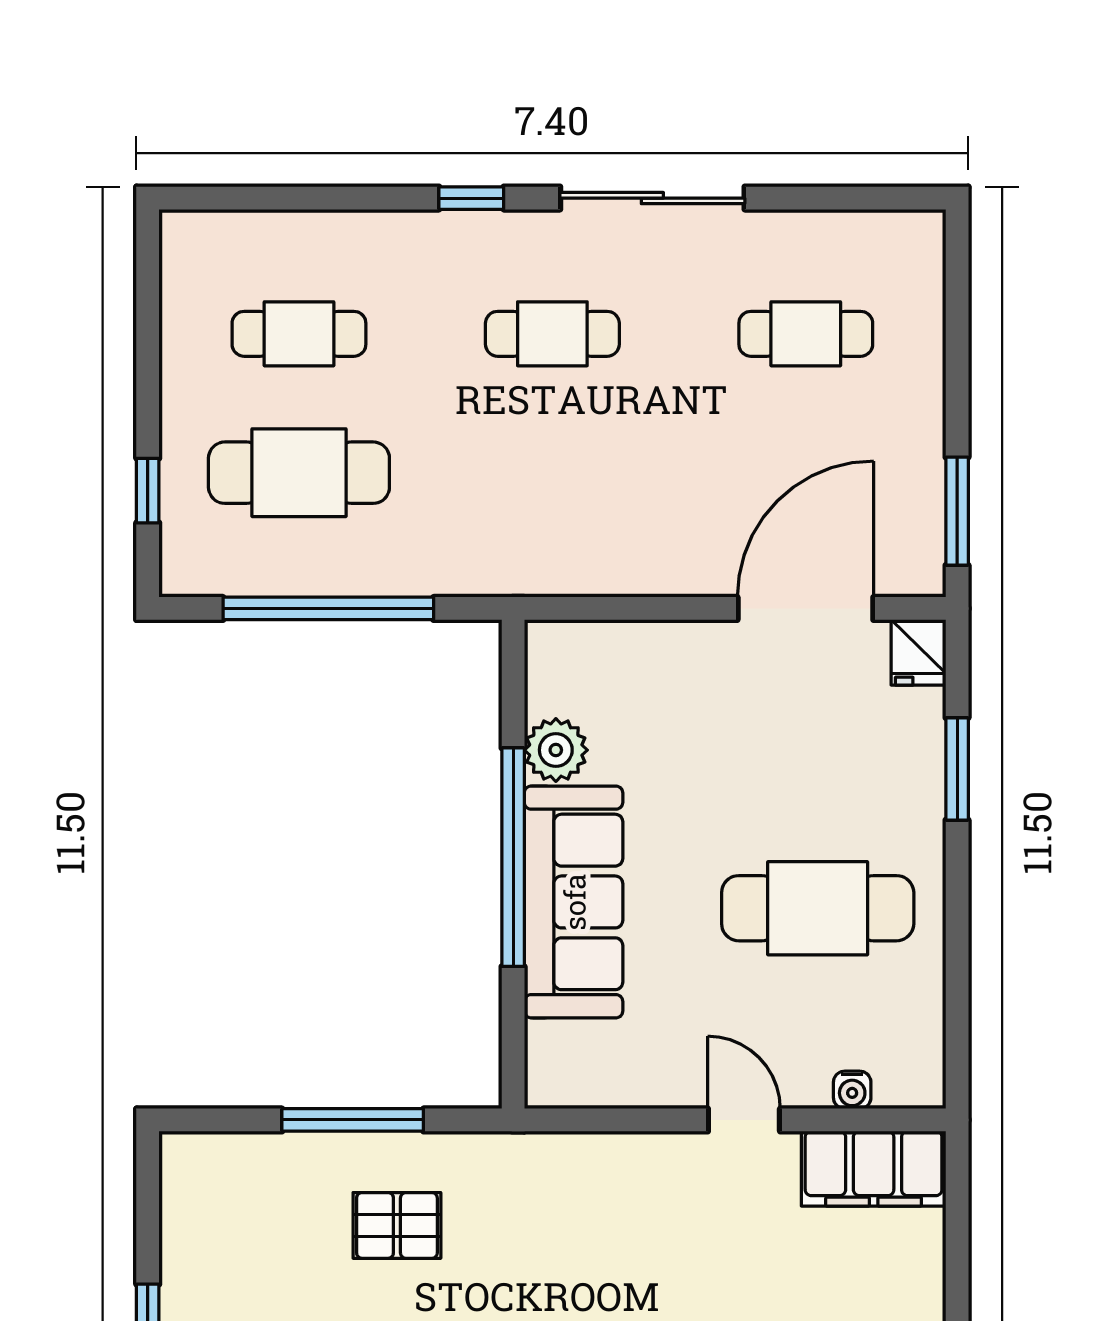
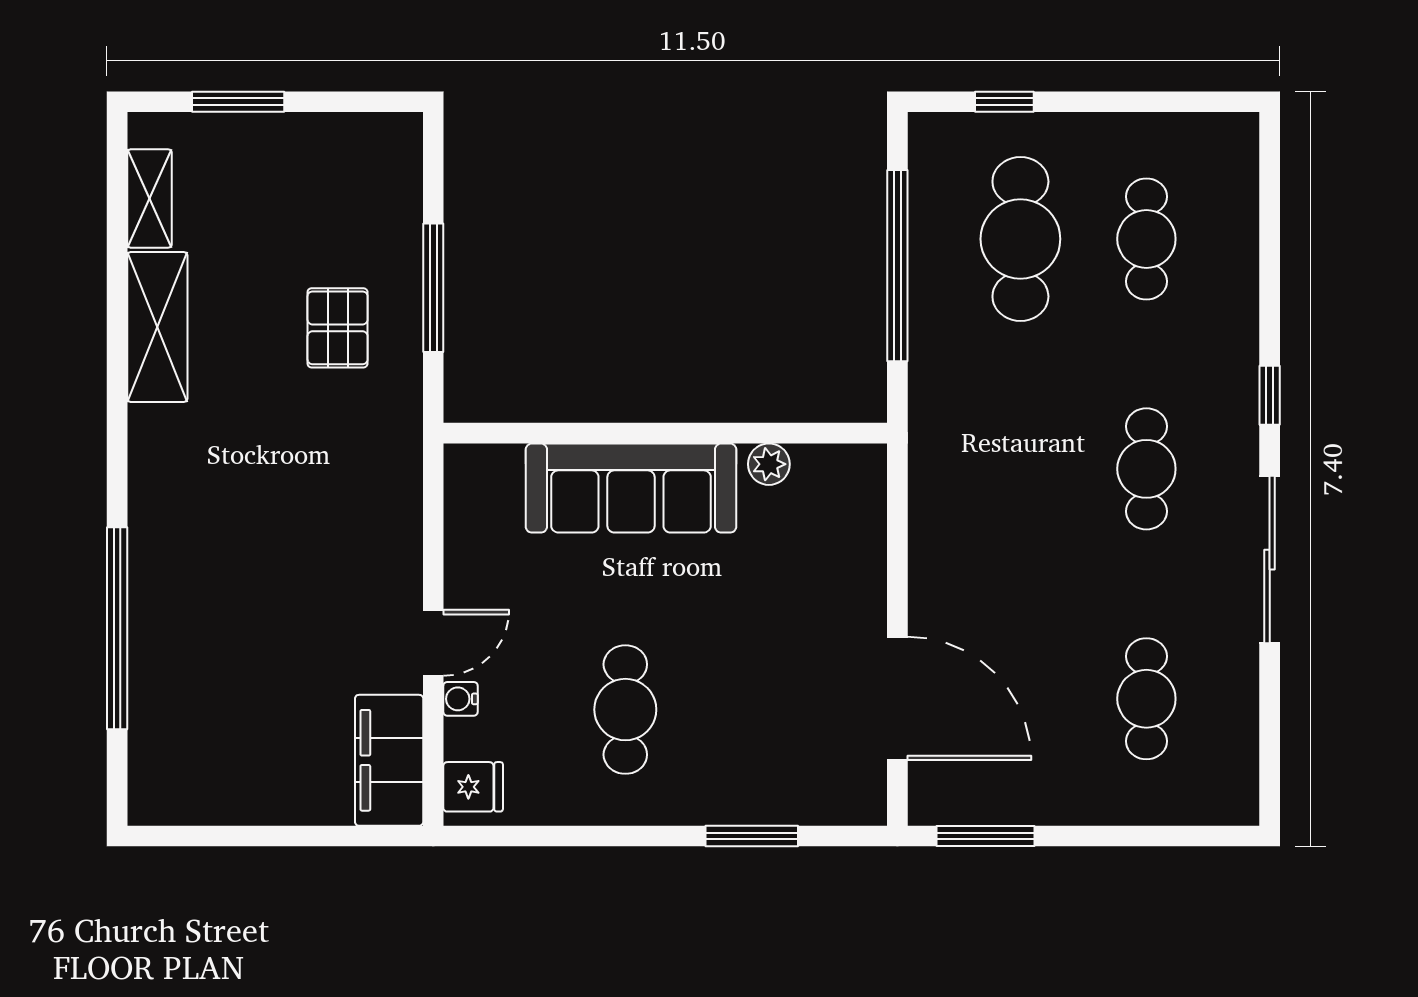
fridge: (918, 652) -> (473, 787), moved, turned 180
plant: (556, 750) -> (769, 464), width x0.73, depth x0.73
window: (513, 857) -> (672, 433), removed
cafe table: (818, 908) -> (625, 710), width x0.73, depth x0.74
water cooler: (852, 1090) -> (460, 699), moved

